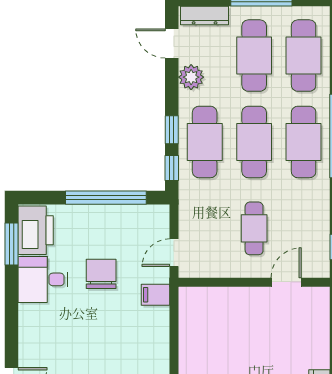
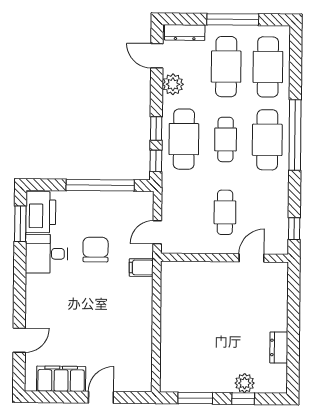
cafe table: (254, 142) -> (226, 139), width x0.73, depth x0.74

